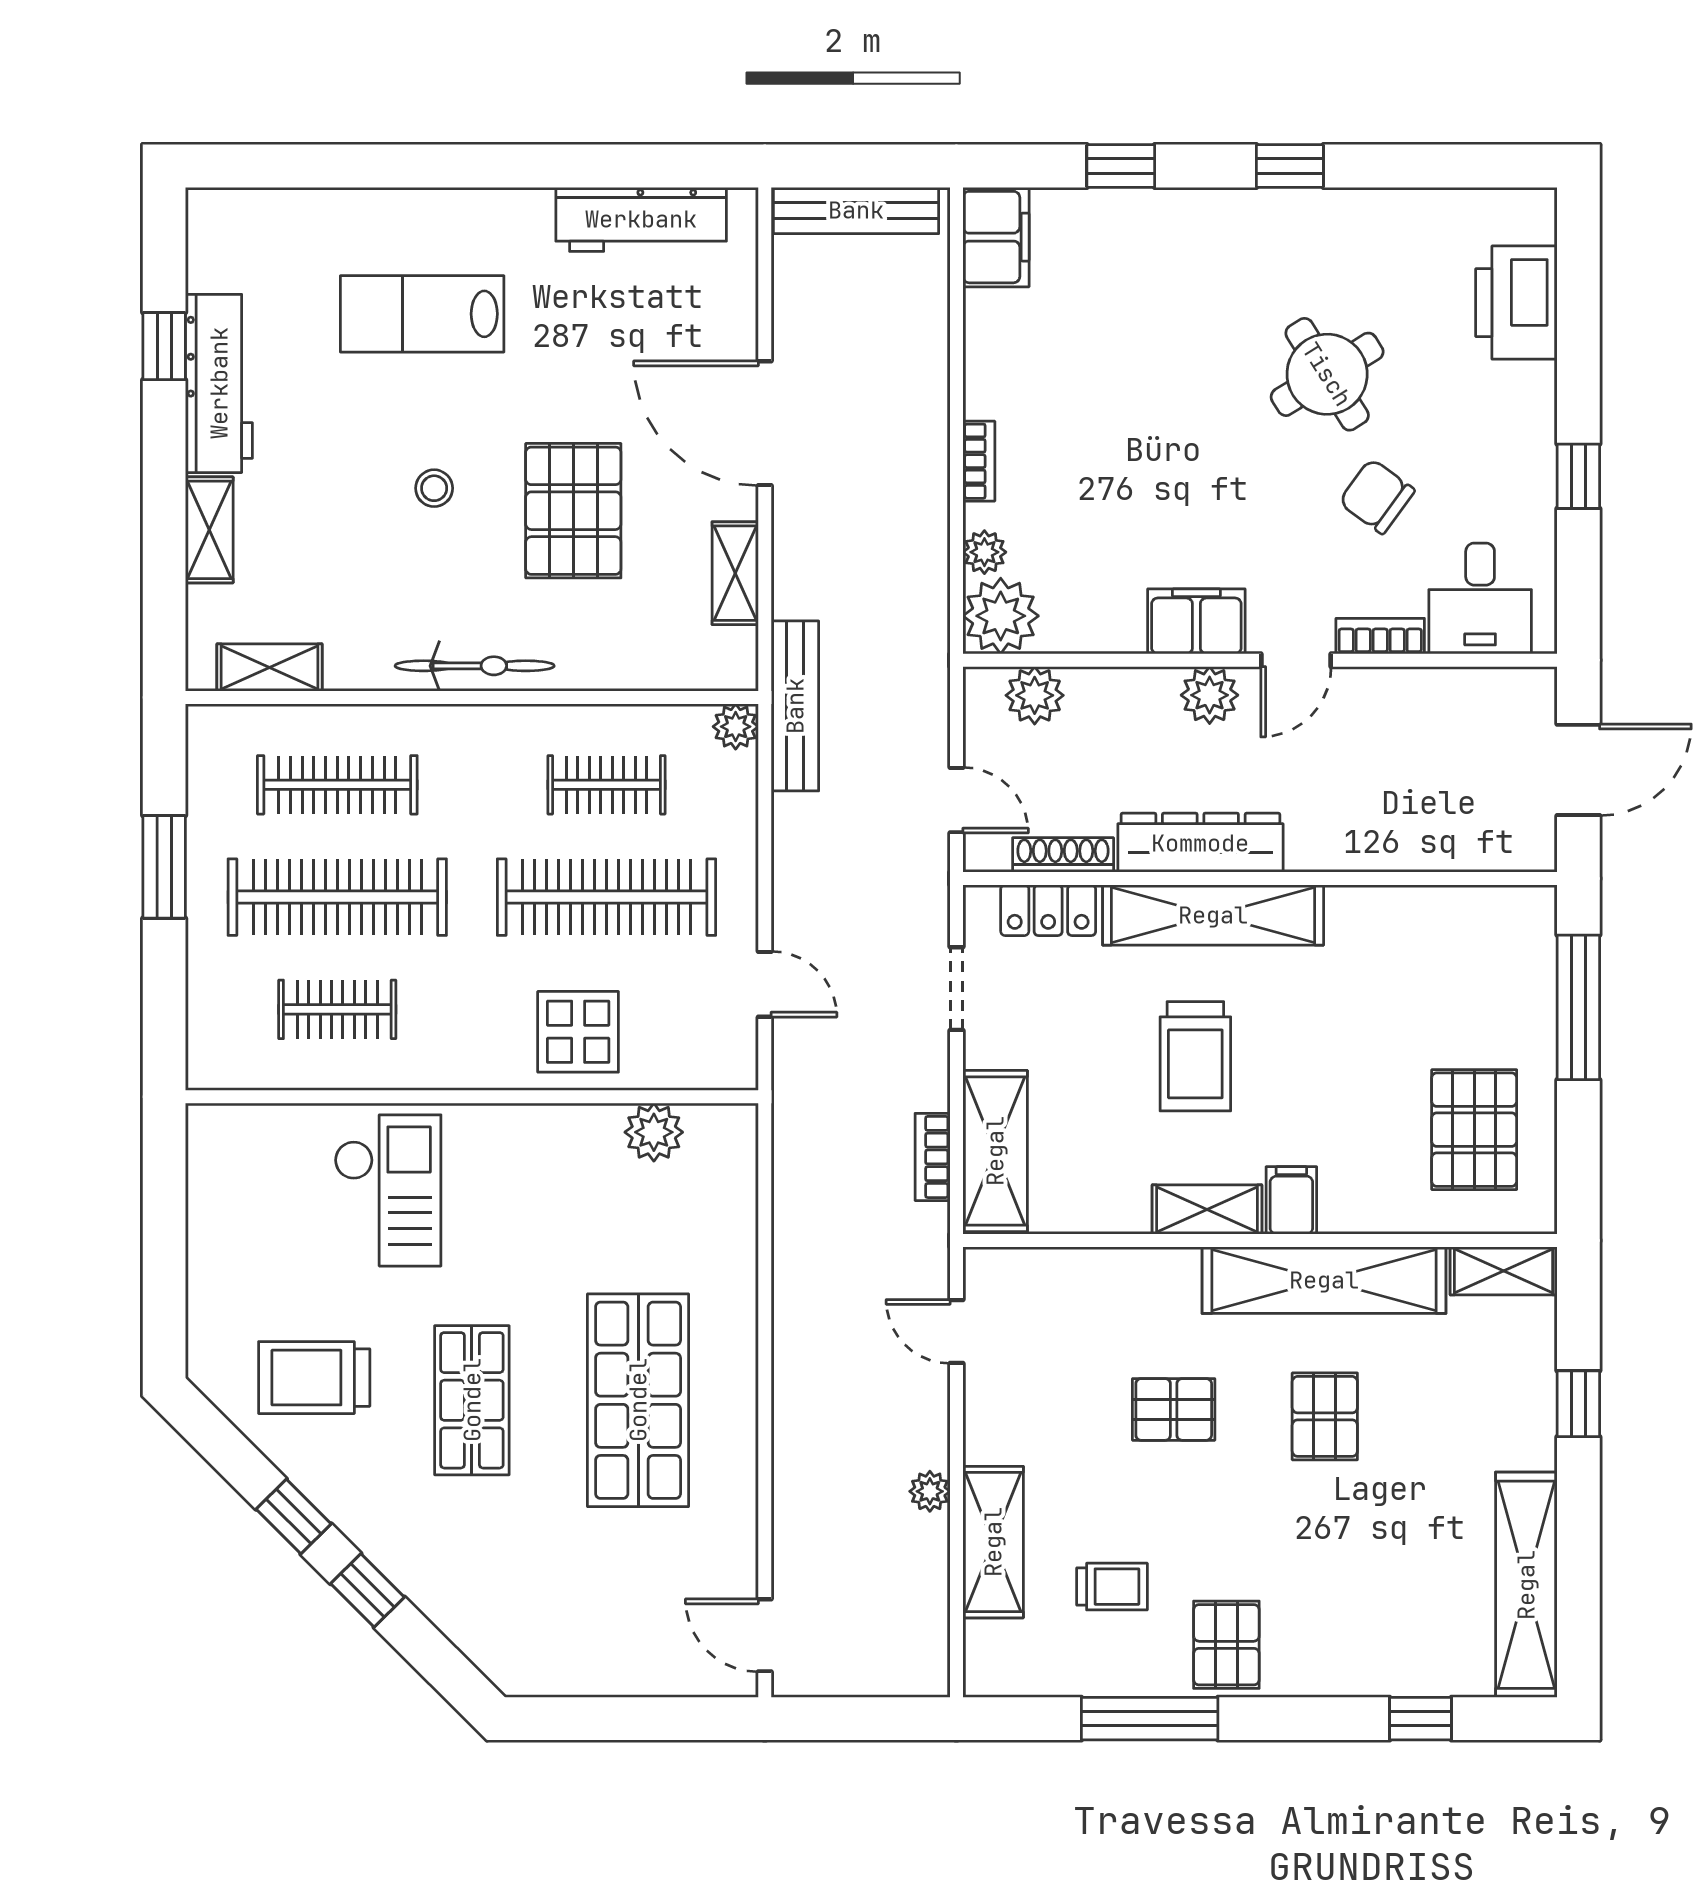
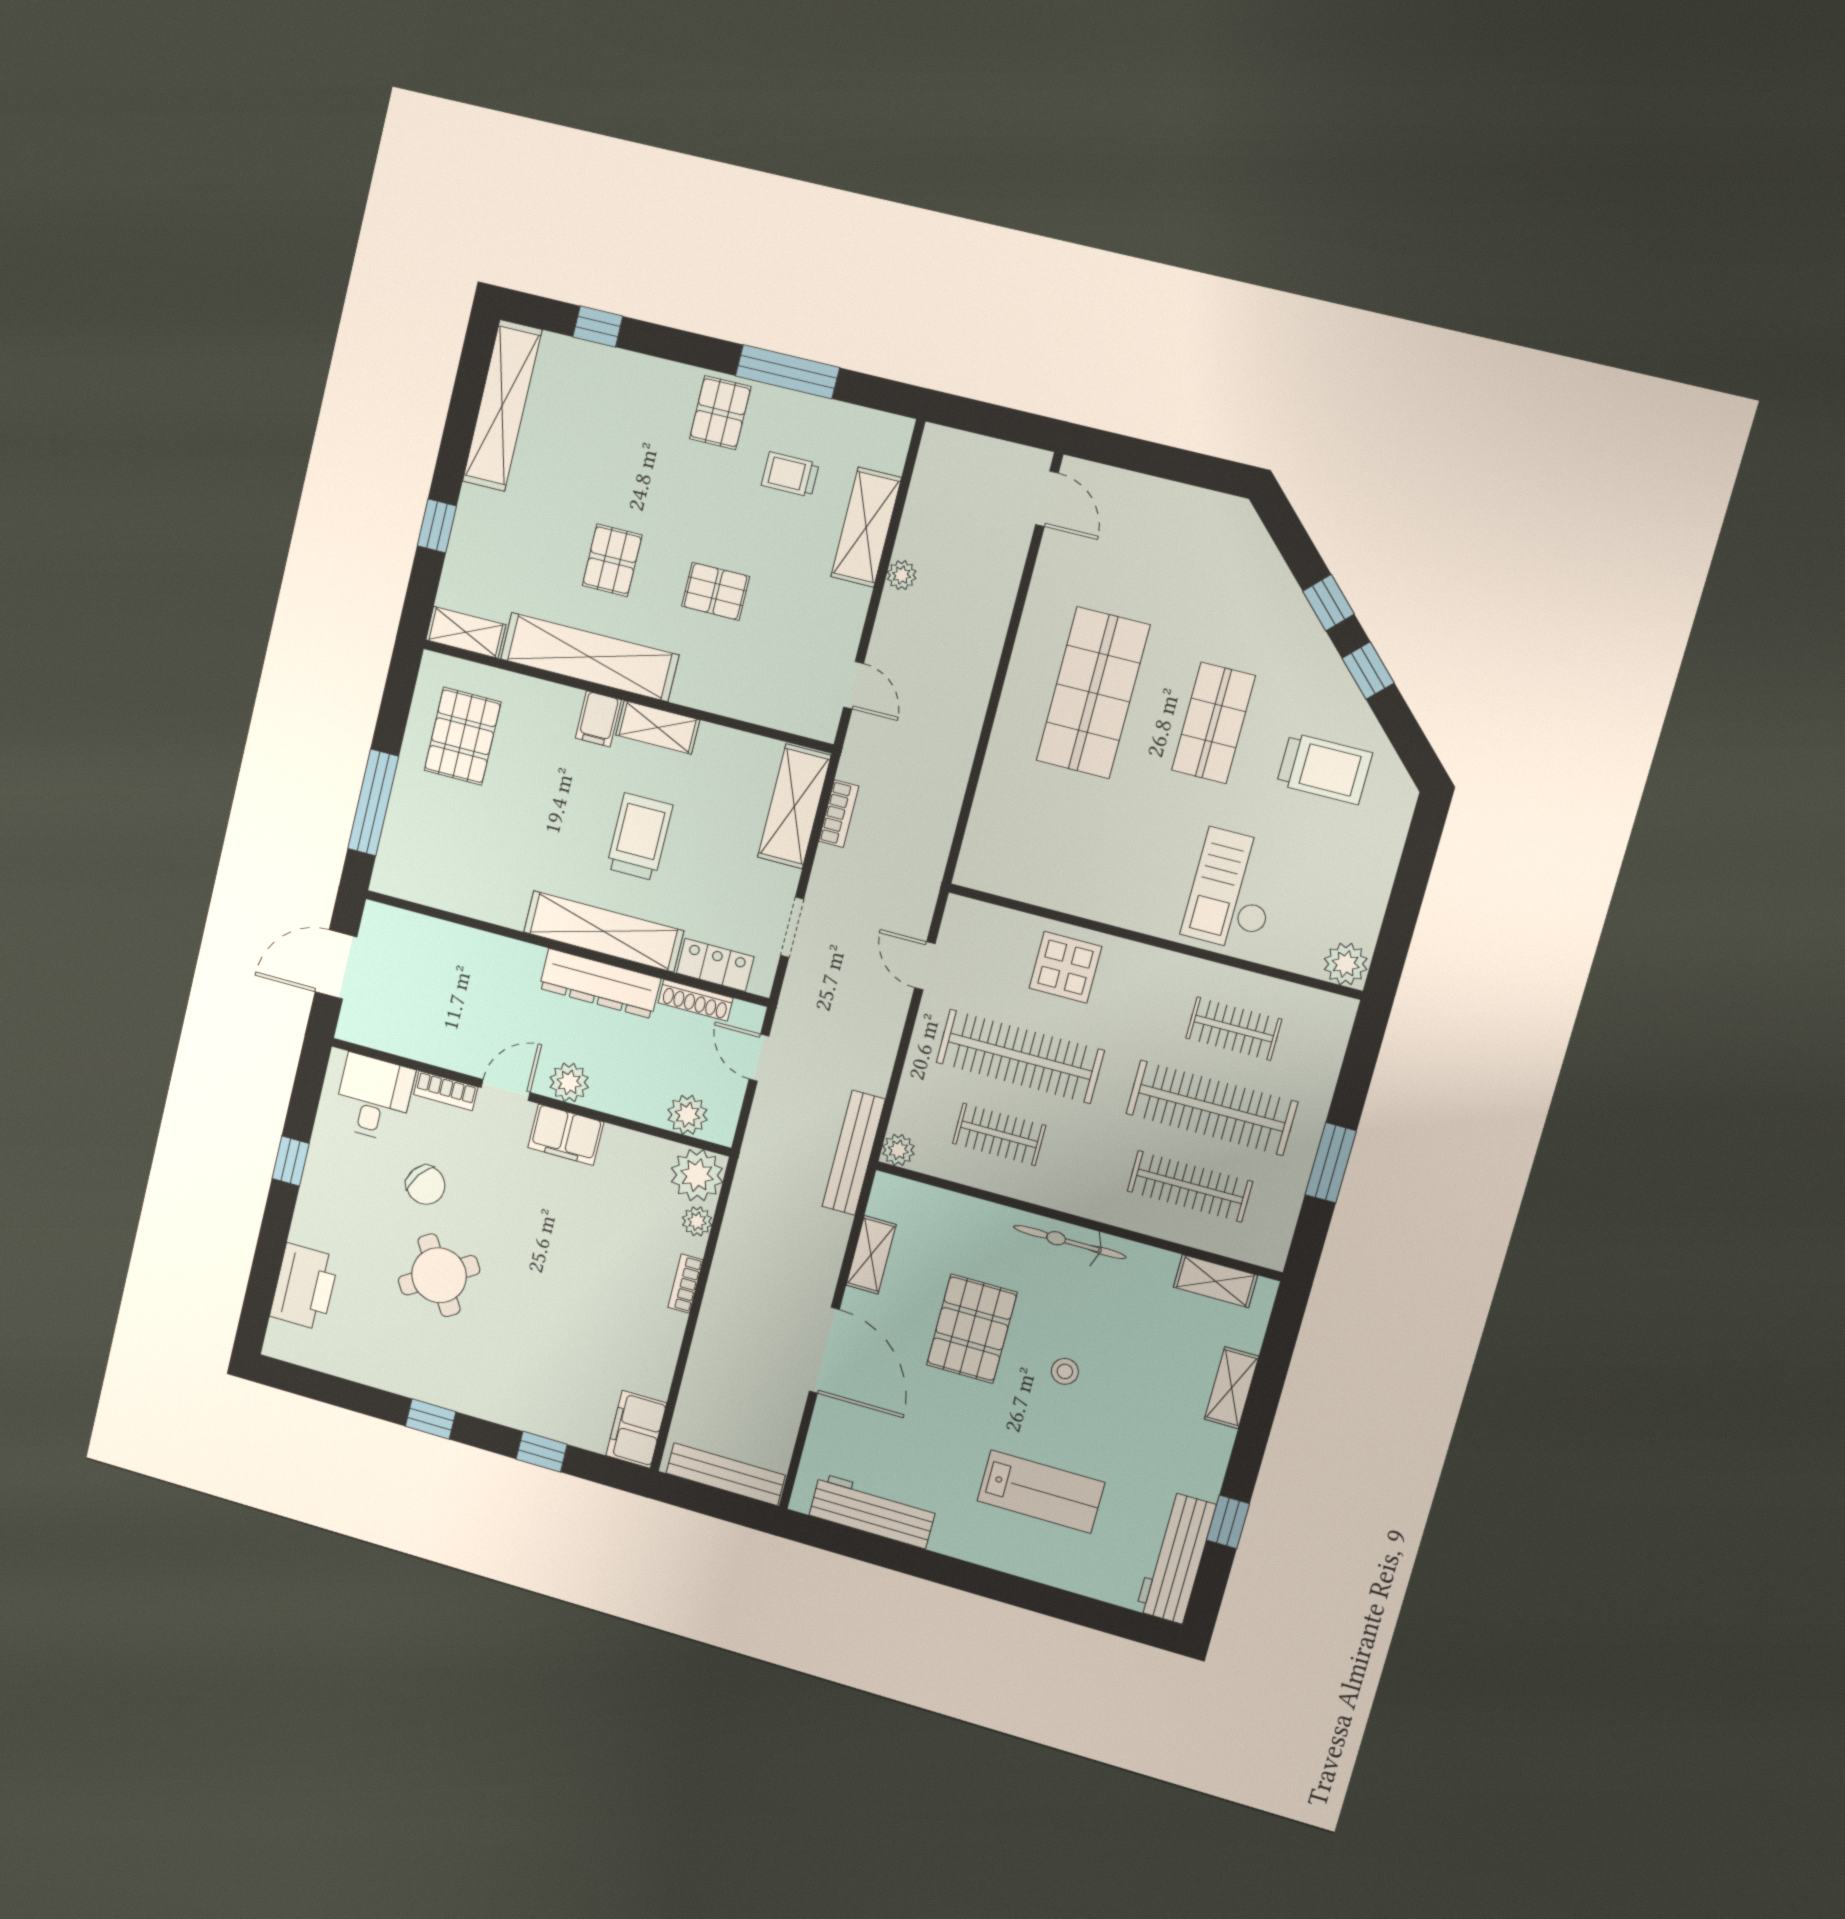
workbench: (219, 383) -> (1176, 1558), moved
plant: (654, 1132) -> (1346, 964), moved

